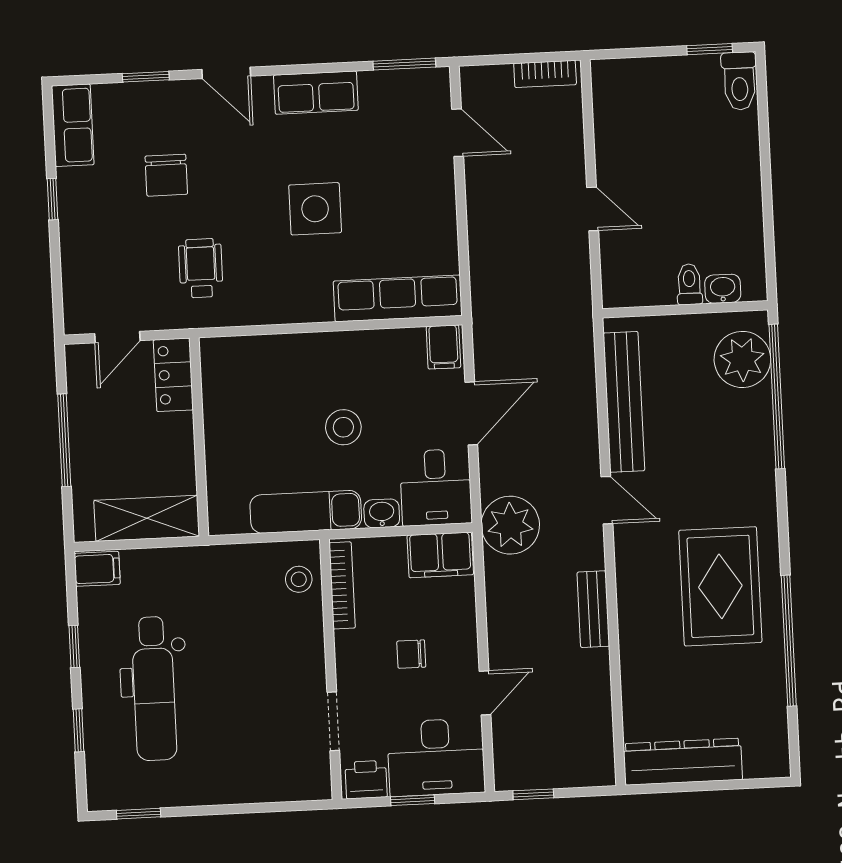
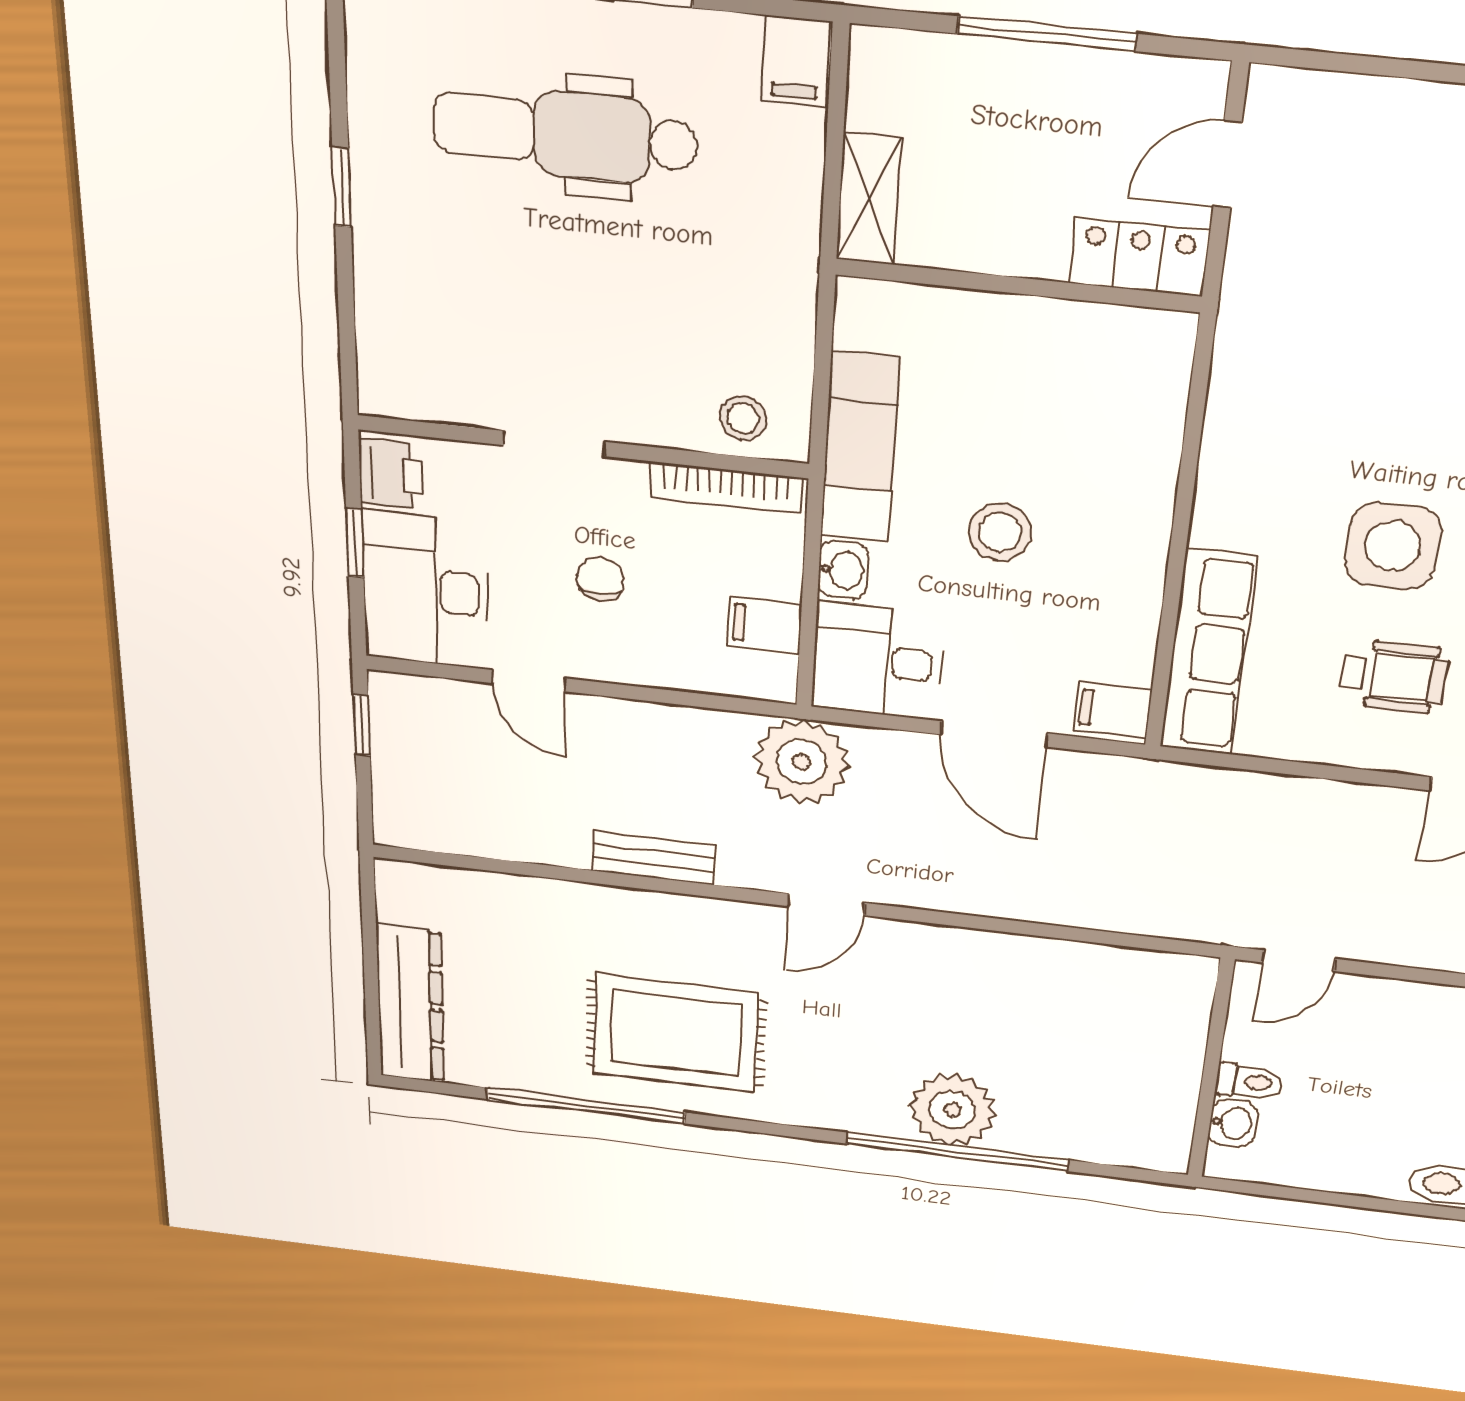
wheelchair: (201, 268) -> (1394, 677), moved
toilet: (689, 284) -> (1249, 1082), moved
washbasin: (723, 289) -> (1233, 1123), moved
wall: (685, 309) -> (1211, 1070), moved
door: (117, 337) -> (1227, 165), hinge flipped
plant: (742, 359) -> (952, 1110), moved
bench: (624, 402) -> (980, 953), removed
shelving: (147, 518) -> (869, 199), width x0.67, depth x0.75
filing cabinet: (440, 555) -> (764, 625), width x0.50
doorway: (333, 721) -> (554, 444), moved
dresser: (683, 762) -> (410, 1004), moved
window: (139, 814) -> (342, 187), moved

